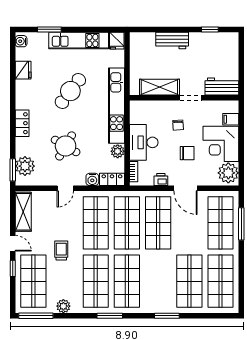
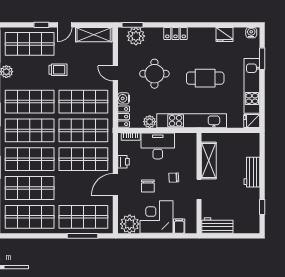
workbench: (222, 86) -> (217, 226), moved, turned -90
cafe table: (70, 91) -> (205, 78), turned -37
round table: (66, 146) -> (154, 74), turned -30
shop shelf: (158, 281) -> (30, 159), added

